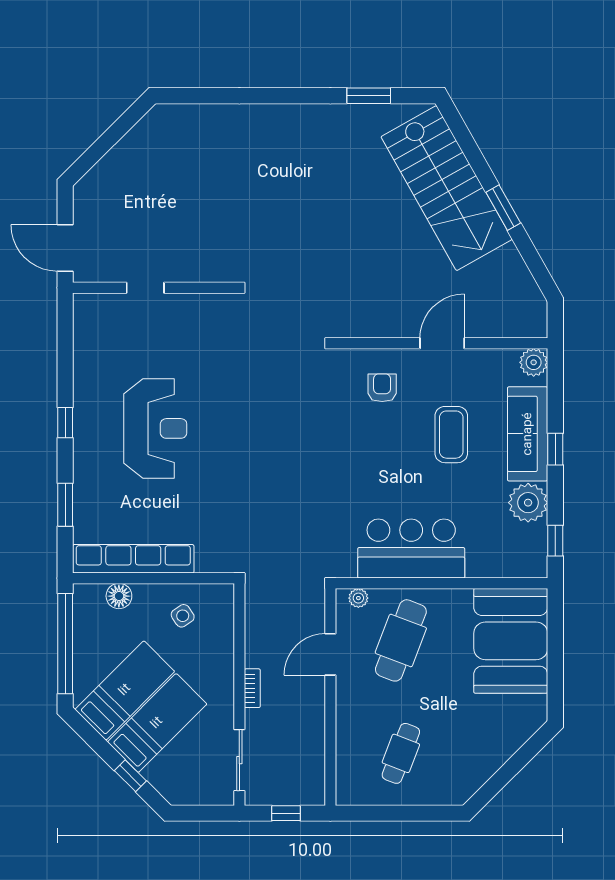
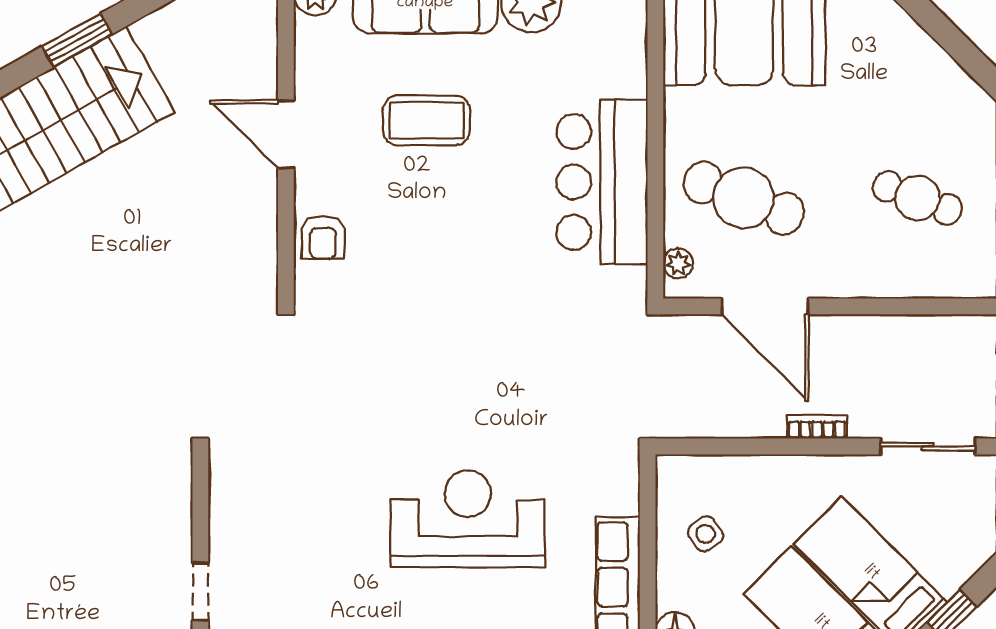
armchair: (382, 388) -> (323, 237), moved, turned -90
reception desk: (155, 428) -> (468, 519), moved
door: (330, 654) -> (765, 306), width x1.36

